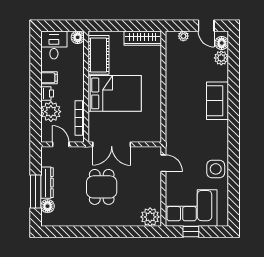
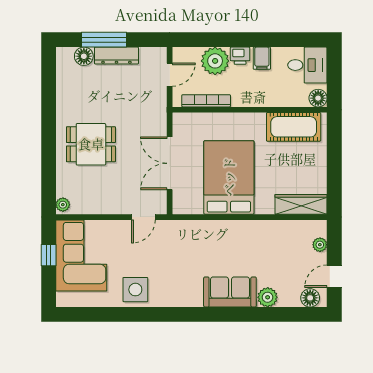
wardrobe: (143, 38) -> (301, 204), moved, turned 90
plant: (221, 58) -> (268, 297), moved
bed: (115, 93) -> (229, 177), moved, turned 180
double door: (112, 144) -> (170, 163), moved
dining table: (102, 187) -> (91, 144), moved
plant: (150, 217) -> (63, 205), width x0.53, depth x0.53

